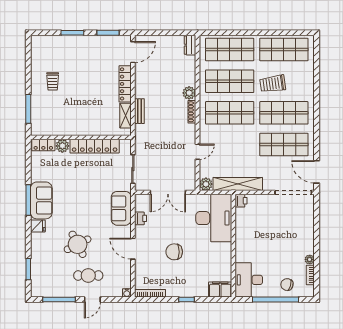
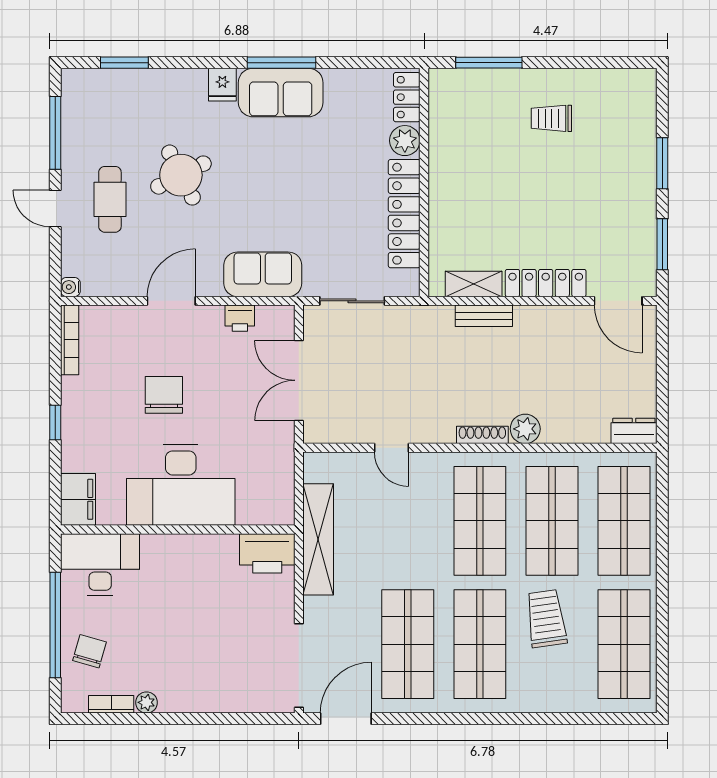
plant: (206, 184) -> (318, 467), removed
printer: (241, 201) -> (267, 553), width x1.87, depth x1.48
desk: (214, 218) -> (181, 485), moved

